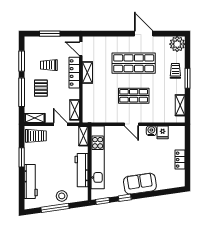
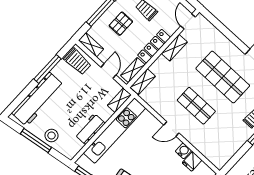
locker: (74, 73) -> (154, 46), moved
shelving: (180, 105) -> (143, 82), moved
door: (132, 124) -> (171, 129), hinge flipped
window: (22, 157) -> (48, 69), width x1.44
workbench: (82, 170) -> (90, 129), width x0.73
workbench: (31, 181) -> (38, 99), width x1.36, depth x1.32

